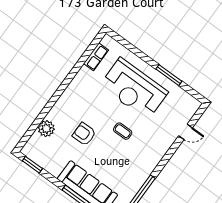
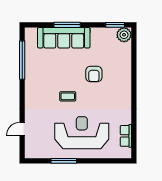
plant: (46, 129) -> (124, 35), moved
armchair: (84, 134) -> (94, 74), turned 90

